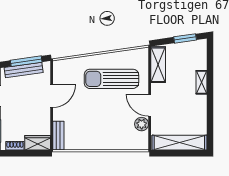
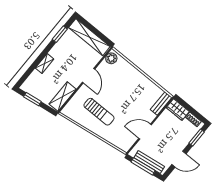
sun lounger: (111, 79) -> (99, 112), width x0.73, depth x0.75
window: (210, 122) -> (60, 34), added
plant: (142, 124) -> (111, 58), moved

